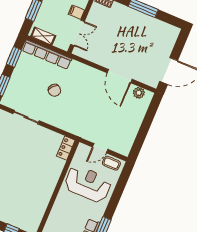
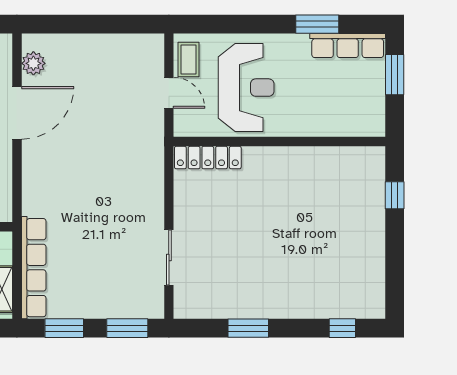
chair: (54, 90) -> (95, 225), removed
locker: (66, 148) -> (208, 158), width x1.53
reception desk: (88, 184) -> (246, 88), turned 180

